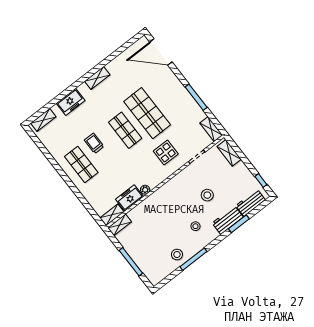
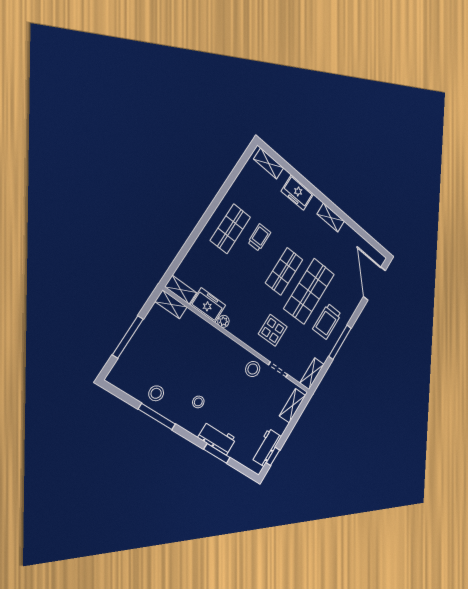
trolley: (176, 104) -> (327, 321), added
stool: (207, 195) -> (253, 369), moved
workbench: (251, 203) -> (266, 447), moved, turned -90

